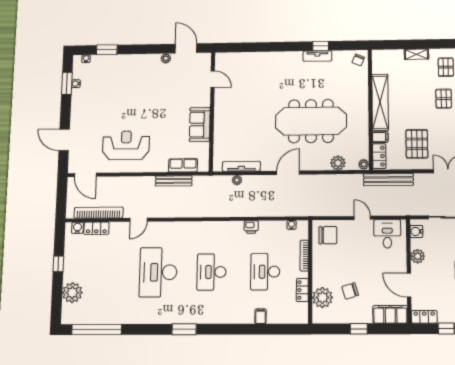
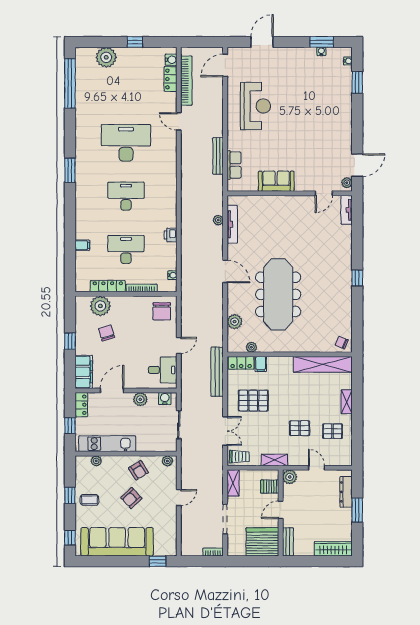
window: (321, 46) -> (357, 278), moved
tv unit: (317, 56) -> (347, 210), moved
plant: (166, 58) -> (347, 183), moved
shelving: (380, 102) -> (323, 364), moved
plant: (364, 164) -> (251, 347), moved
locker: (302, 290) -> (108, 286), width x1.53

